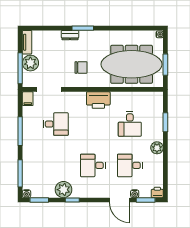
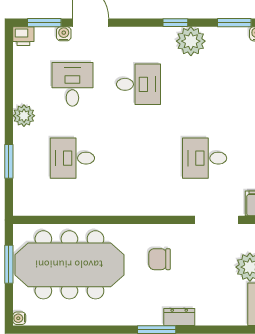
printer: (98, 100) -> (129, 201), removed
desk: (130, 124) -> (72, 158), turned -90
desk: (130, 165) -> (72, 84), turned -90

